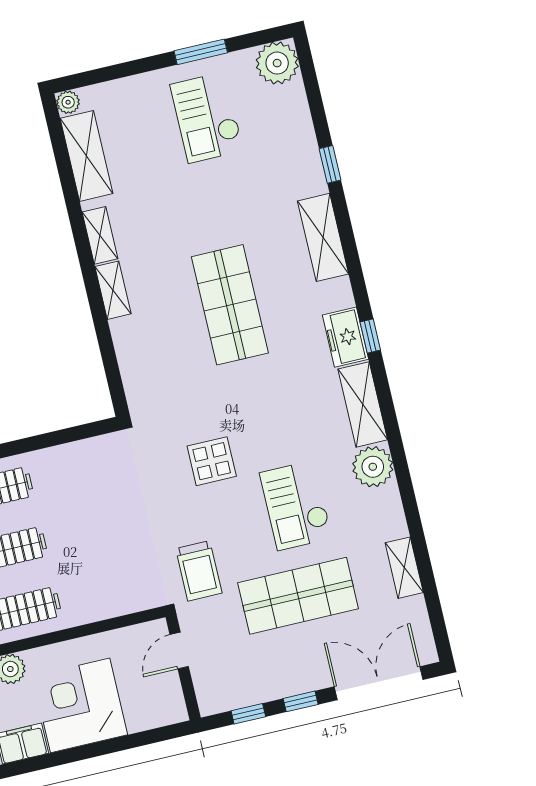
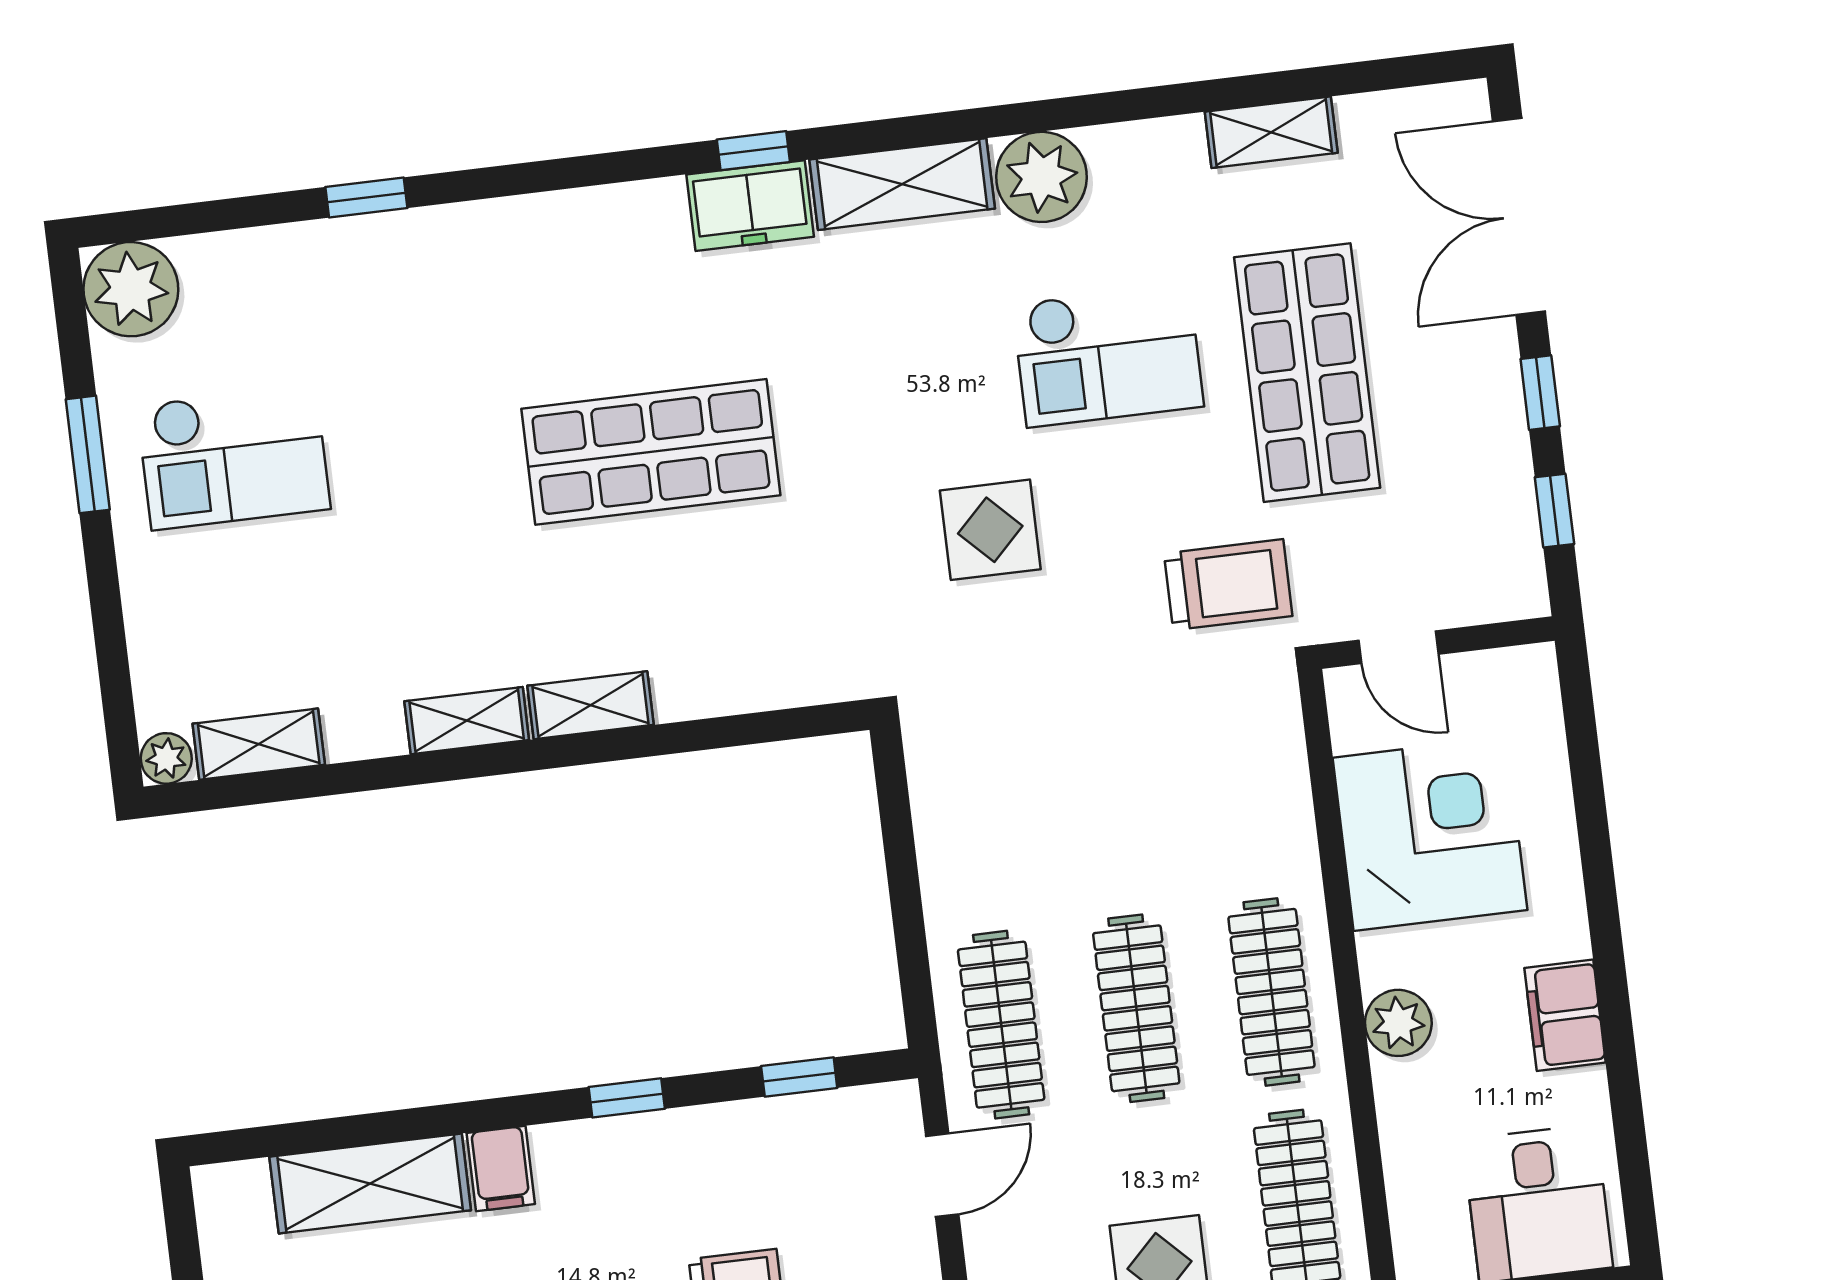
shelving: (86, 156) -> (259, 744), width x0.67, depth x0.75
shelving: (323, 237) -> (525, 231), removed
corner desk: (80, 705) -> (1430, 834), moved, turned 180

